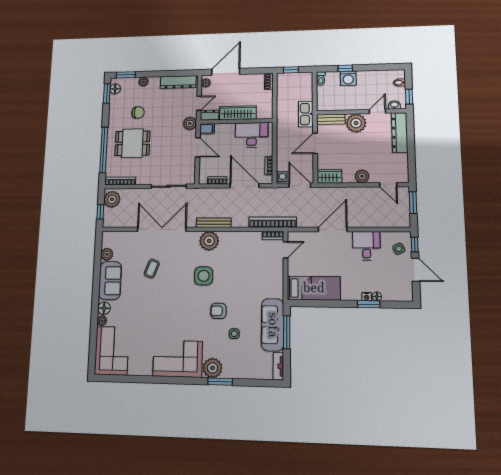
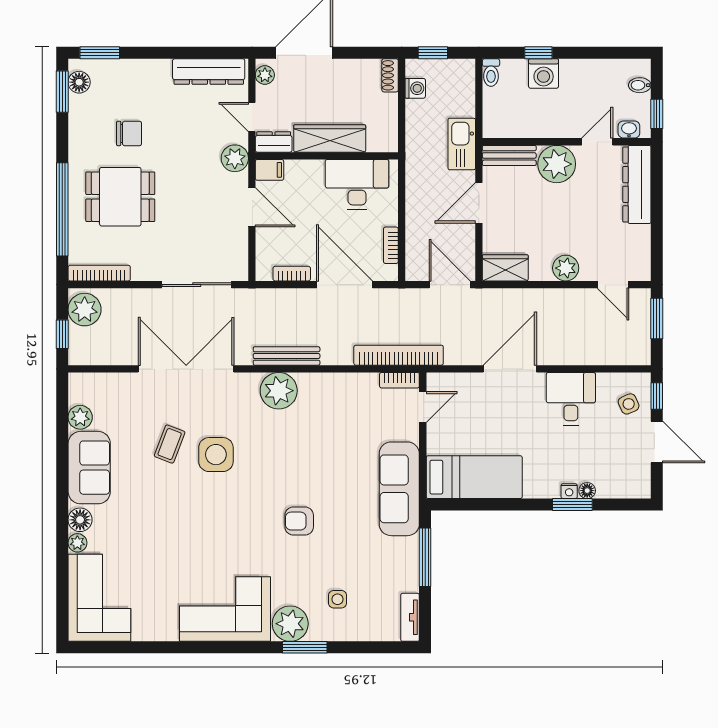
plant: (143, 82) -> (137, 69), removed
door: (199, 103) -> (252, 117), swing flipped
washing machine: (282, 176) -> (415, 88), moved
side table: (204, 276) -> (216, 455), moved
sofa: (273, 325) -> (399, 489), moved
side table: (234, 334) -> (338, 599), moved

